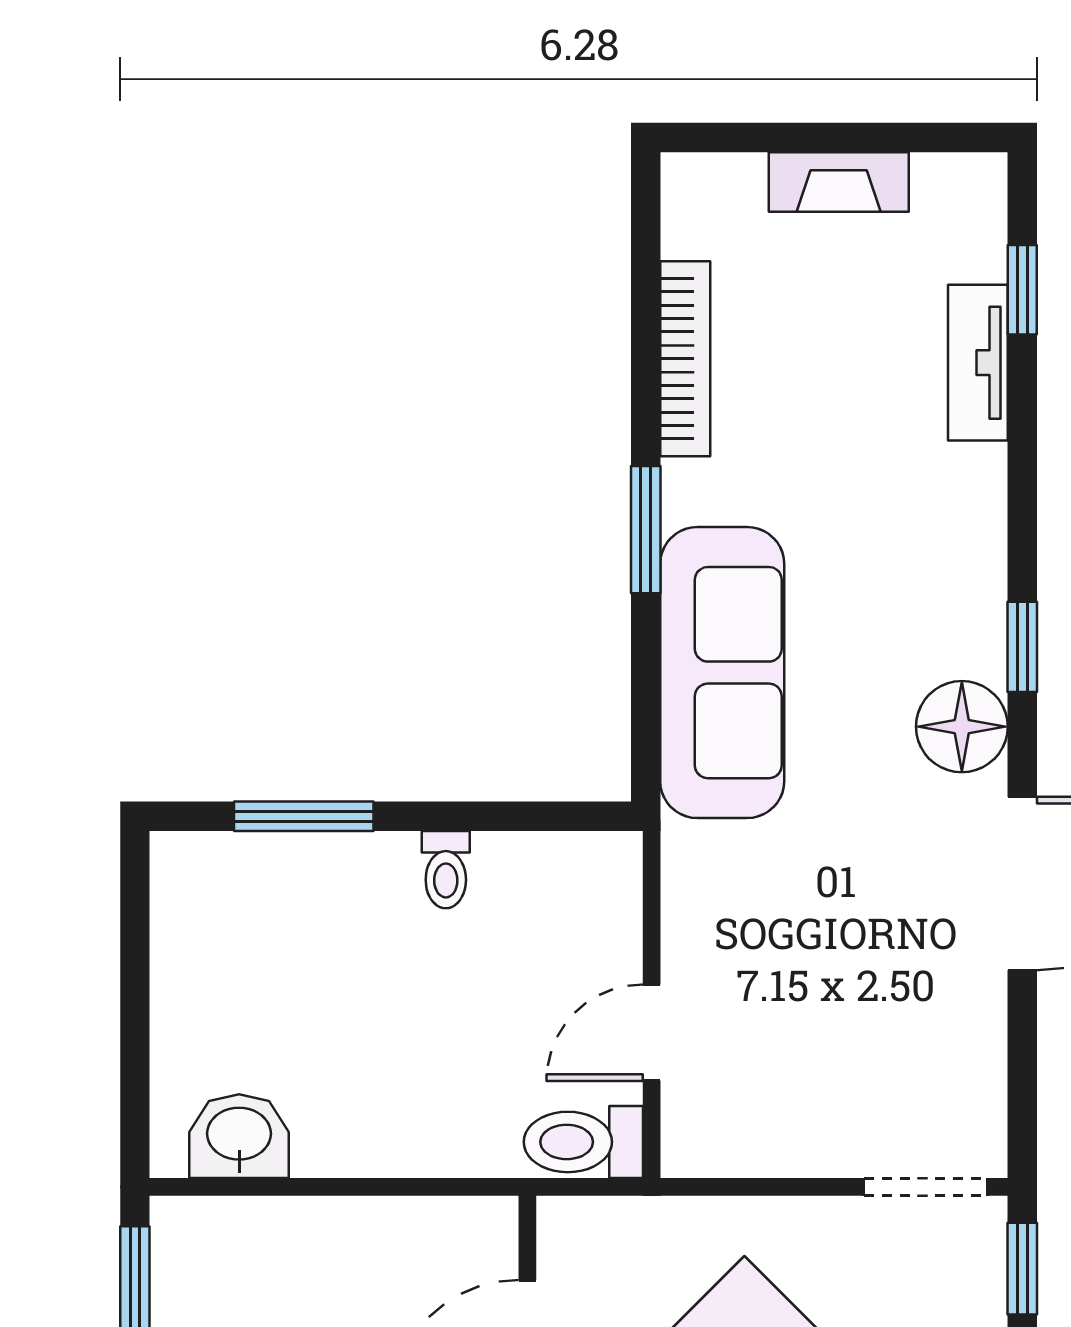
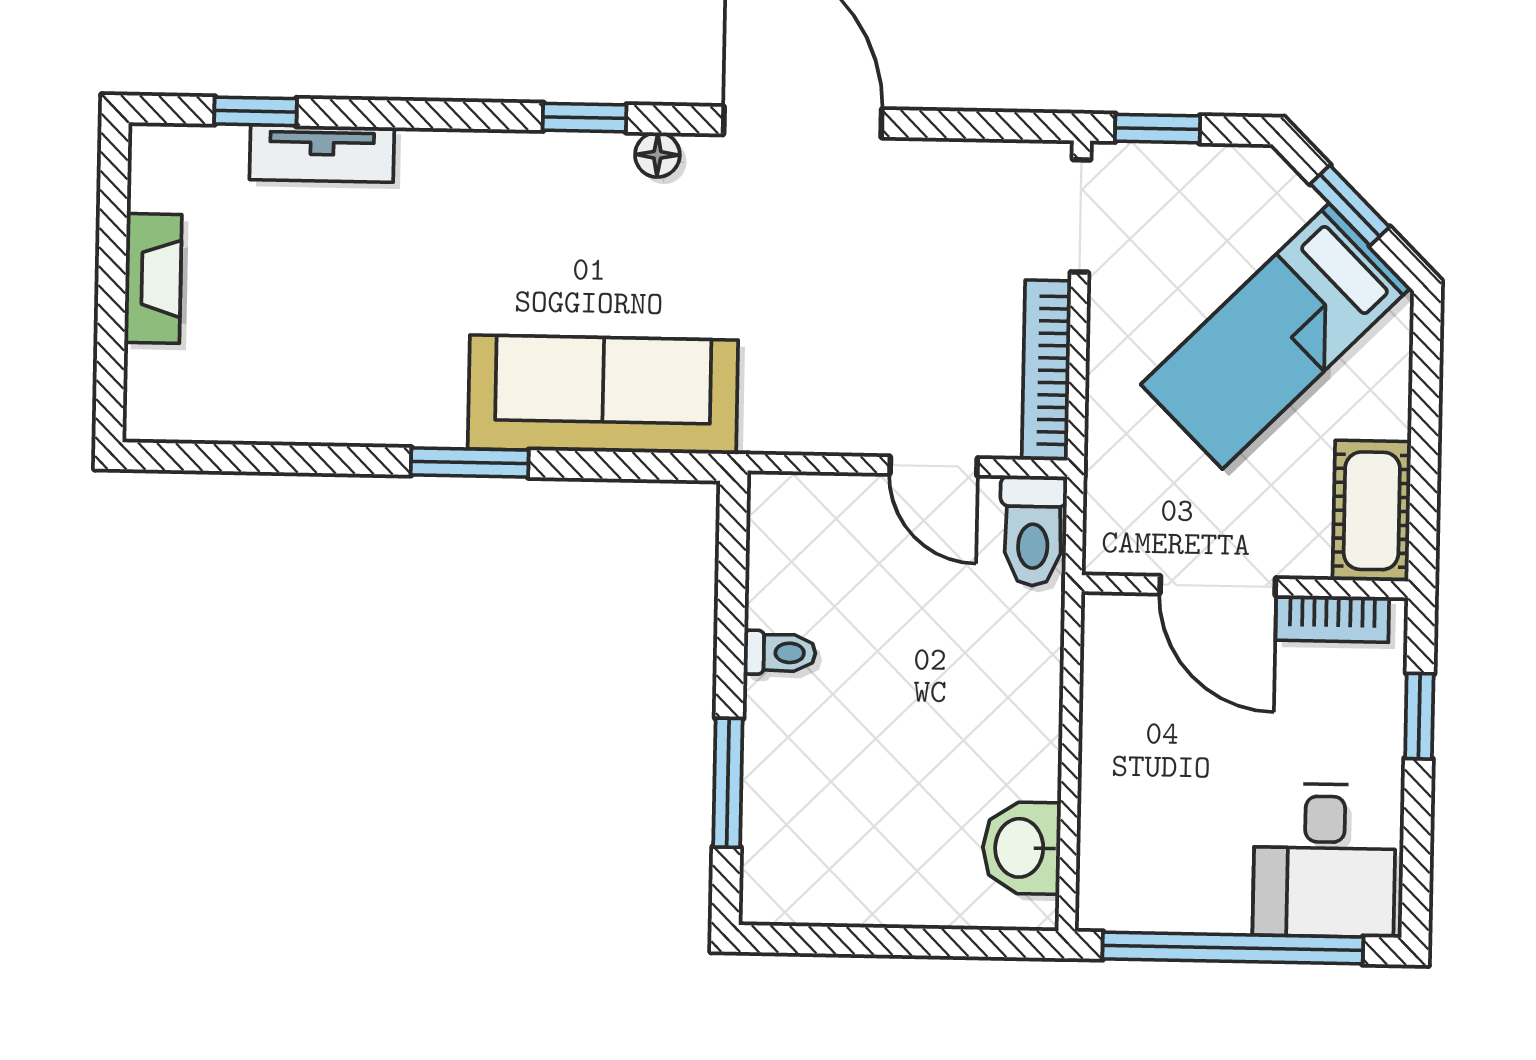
bookcase: (685, 359) -> (1046, 370), moved, turned -90
floor lamp: (962, 727) -> (657, 155), width x0.53, depth x0.53

